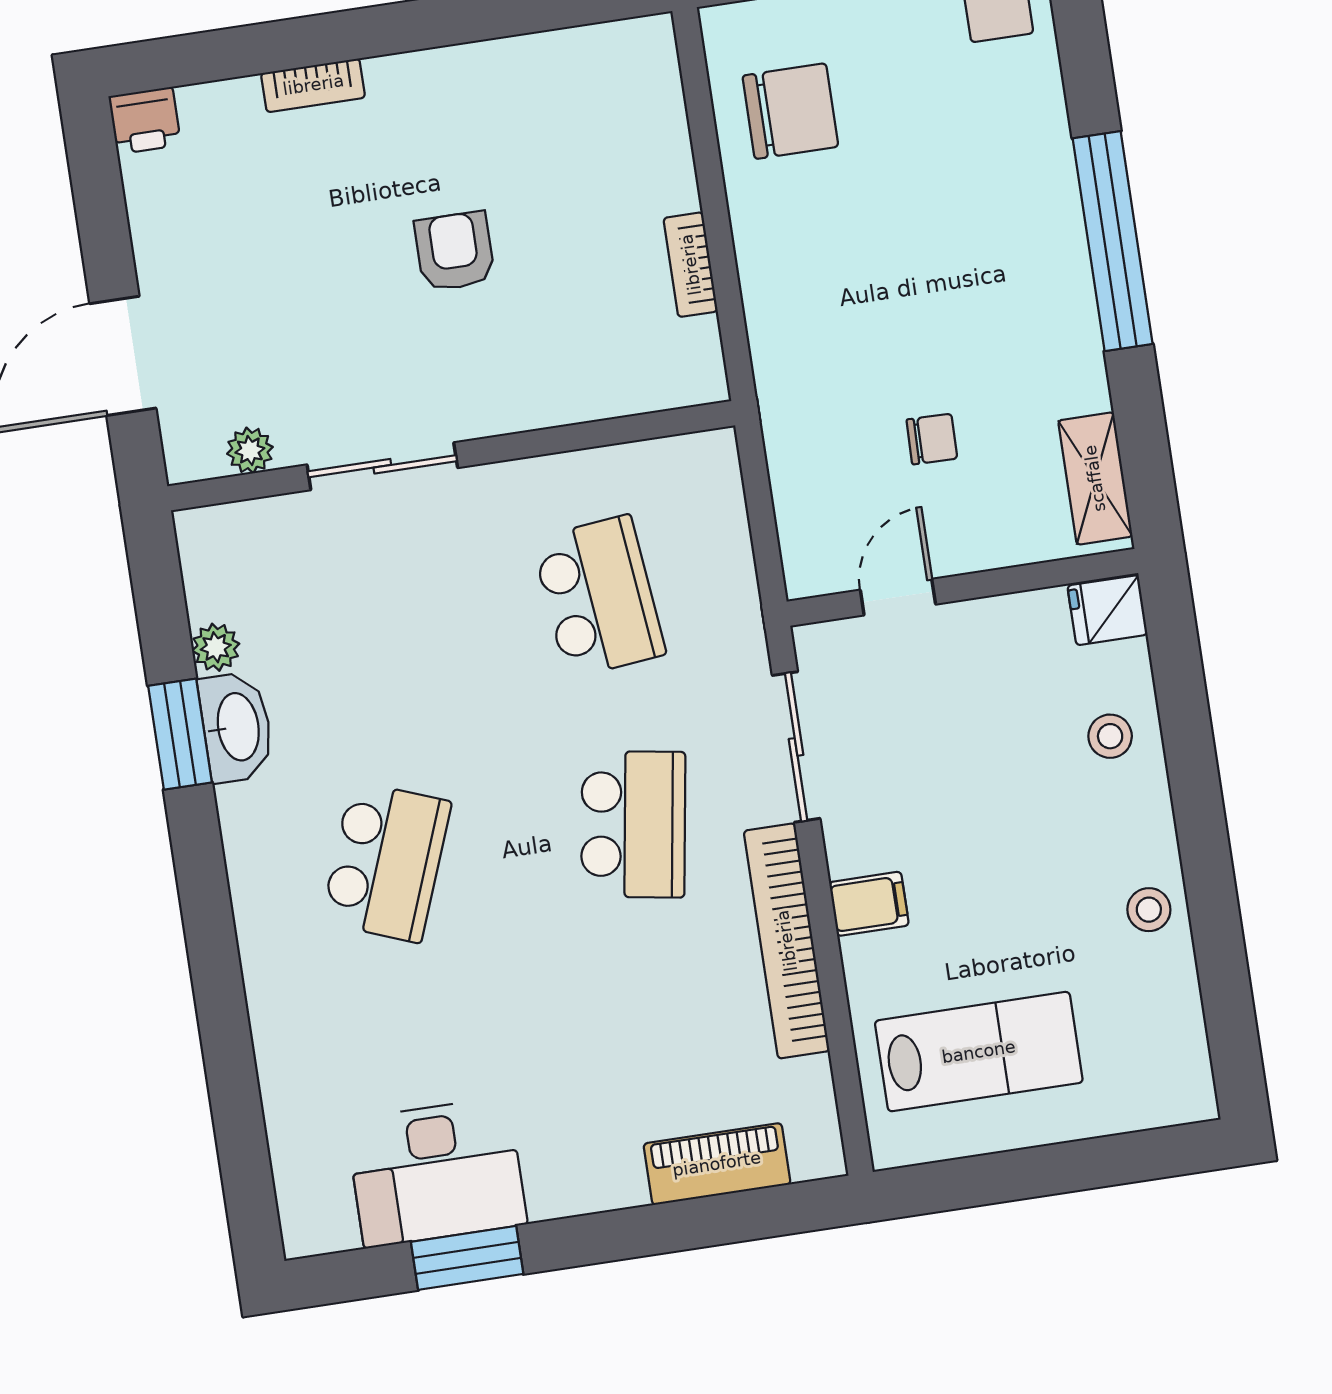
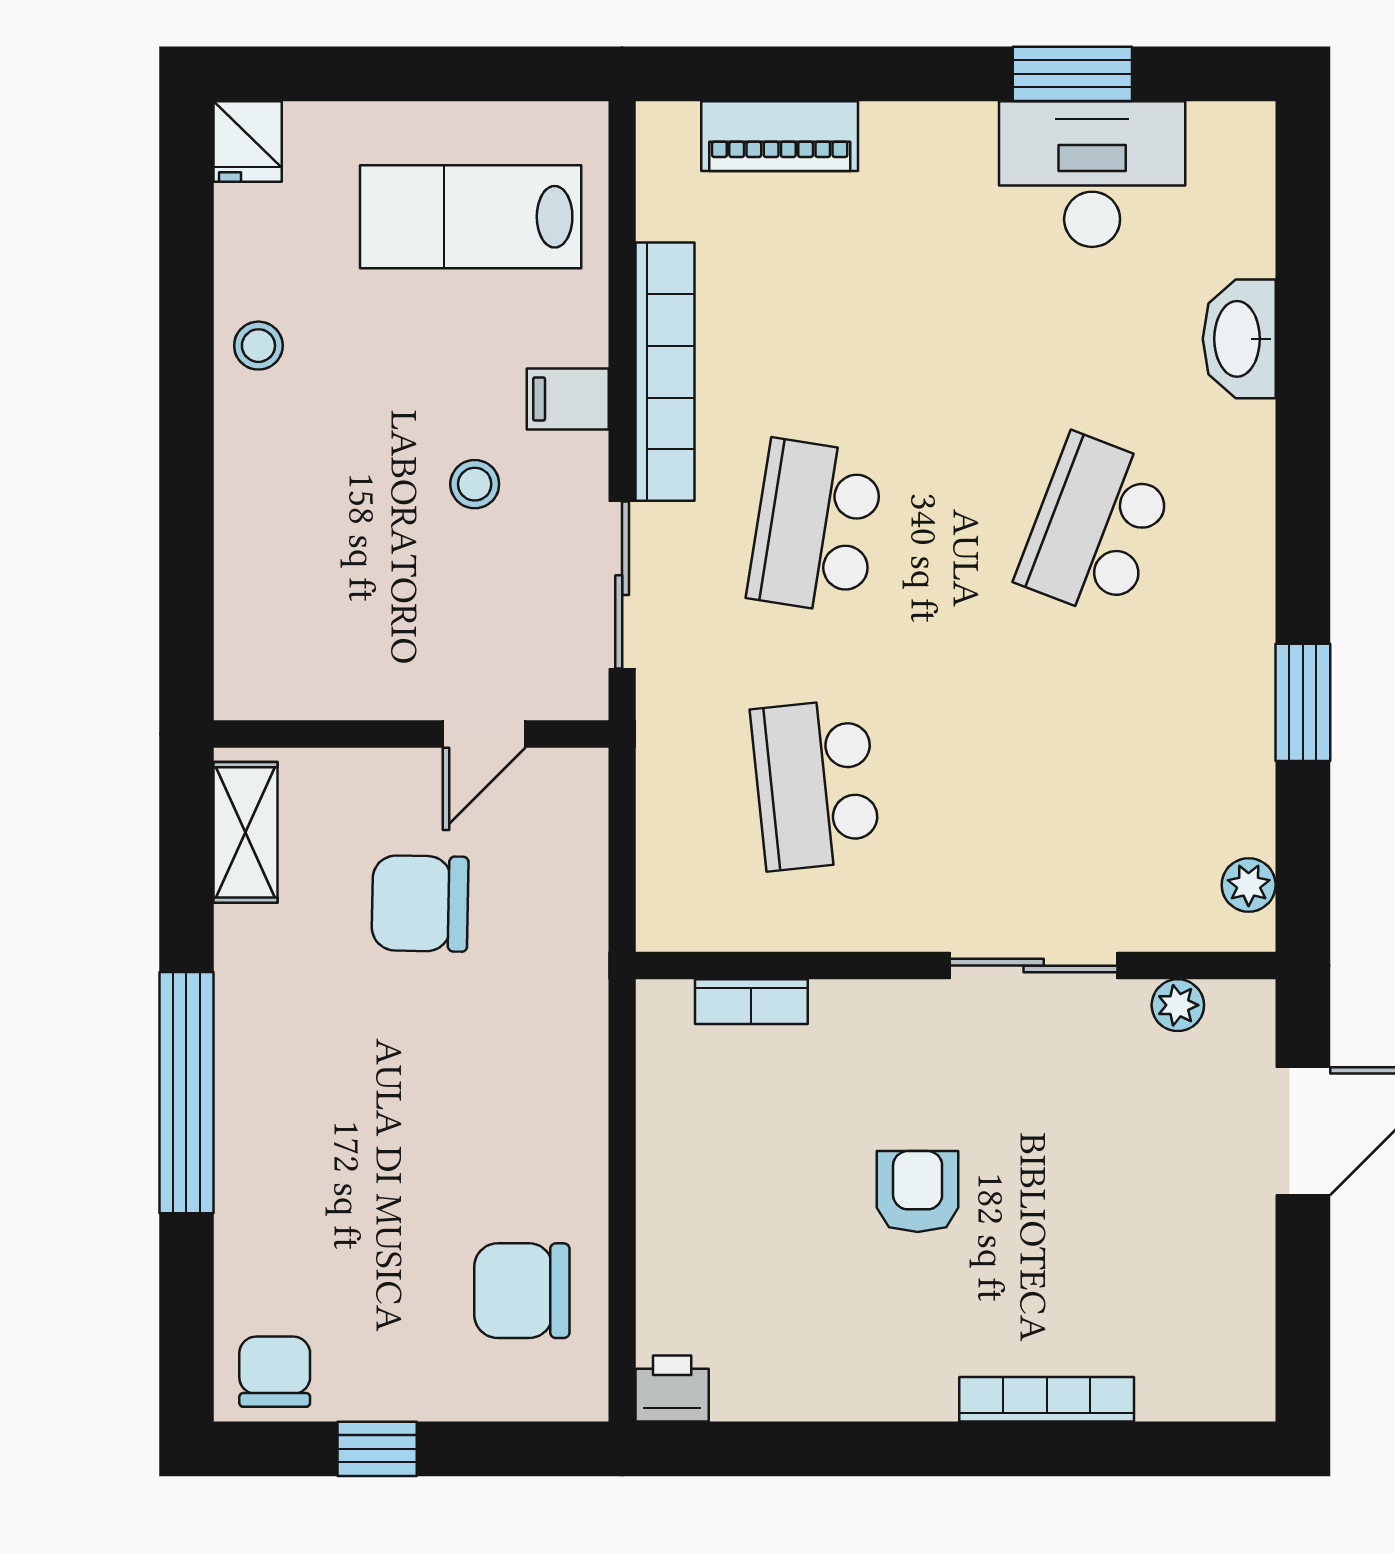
bookcase: (313, 85) -> (1047, 1399), width x1.56
printer: (145, 121) -> (672, 1388), moved
armchair: (455, 251) -> (918, 1192), turned 180
bookcase: (691, 265) -> (751, 1002), moved, turned 90
chair: (932, 439) -> (420, 903), width x1.87, depth x1.87
fridge: (1107, 610) -> (248, 141), moved, turned 90
plant: (216, 647) -> (1249, 885), moved
washbasin: (236, 727) -> (1239, 339), moved
stool: (1110, 736) -> (475, 484), moved

